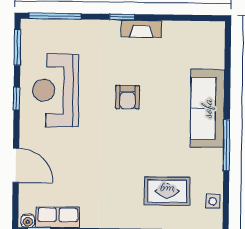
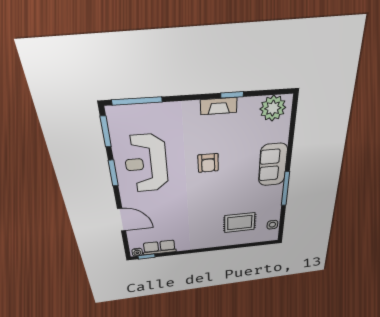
window: (122, 17) -> (232, 95), moved
plant: (203, 36) -> (273, 108), added
window: (17, 98) -> (113, 173), width x1.50
sofa: (207, 108) -> (273, 165), width x0.73

